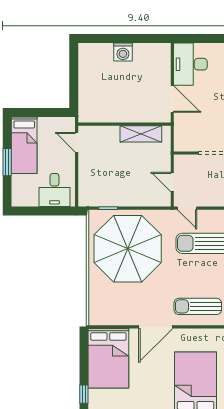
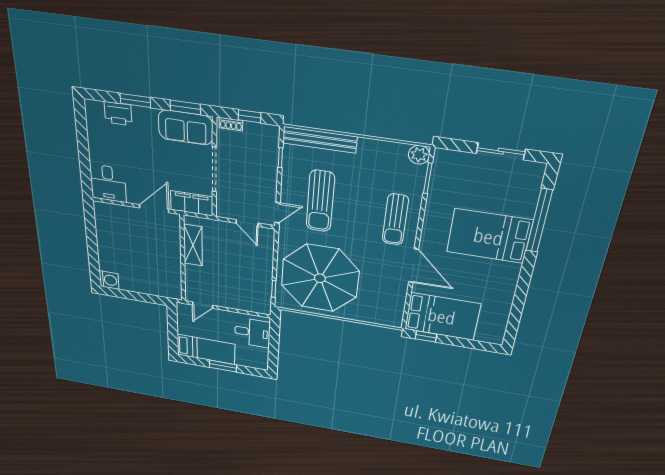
washing machine: (123, 52) -> (109, 280), moved
desk: (190, 64) -> (108, 183), width x0.73
filing cabinet: (183, 133) -> (192, 203), added
door: (172, 182) -> (247, 223), hinge flipped
window: (84, 394) -> (426, 336), moved

